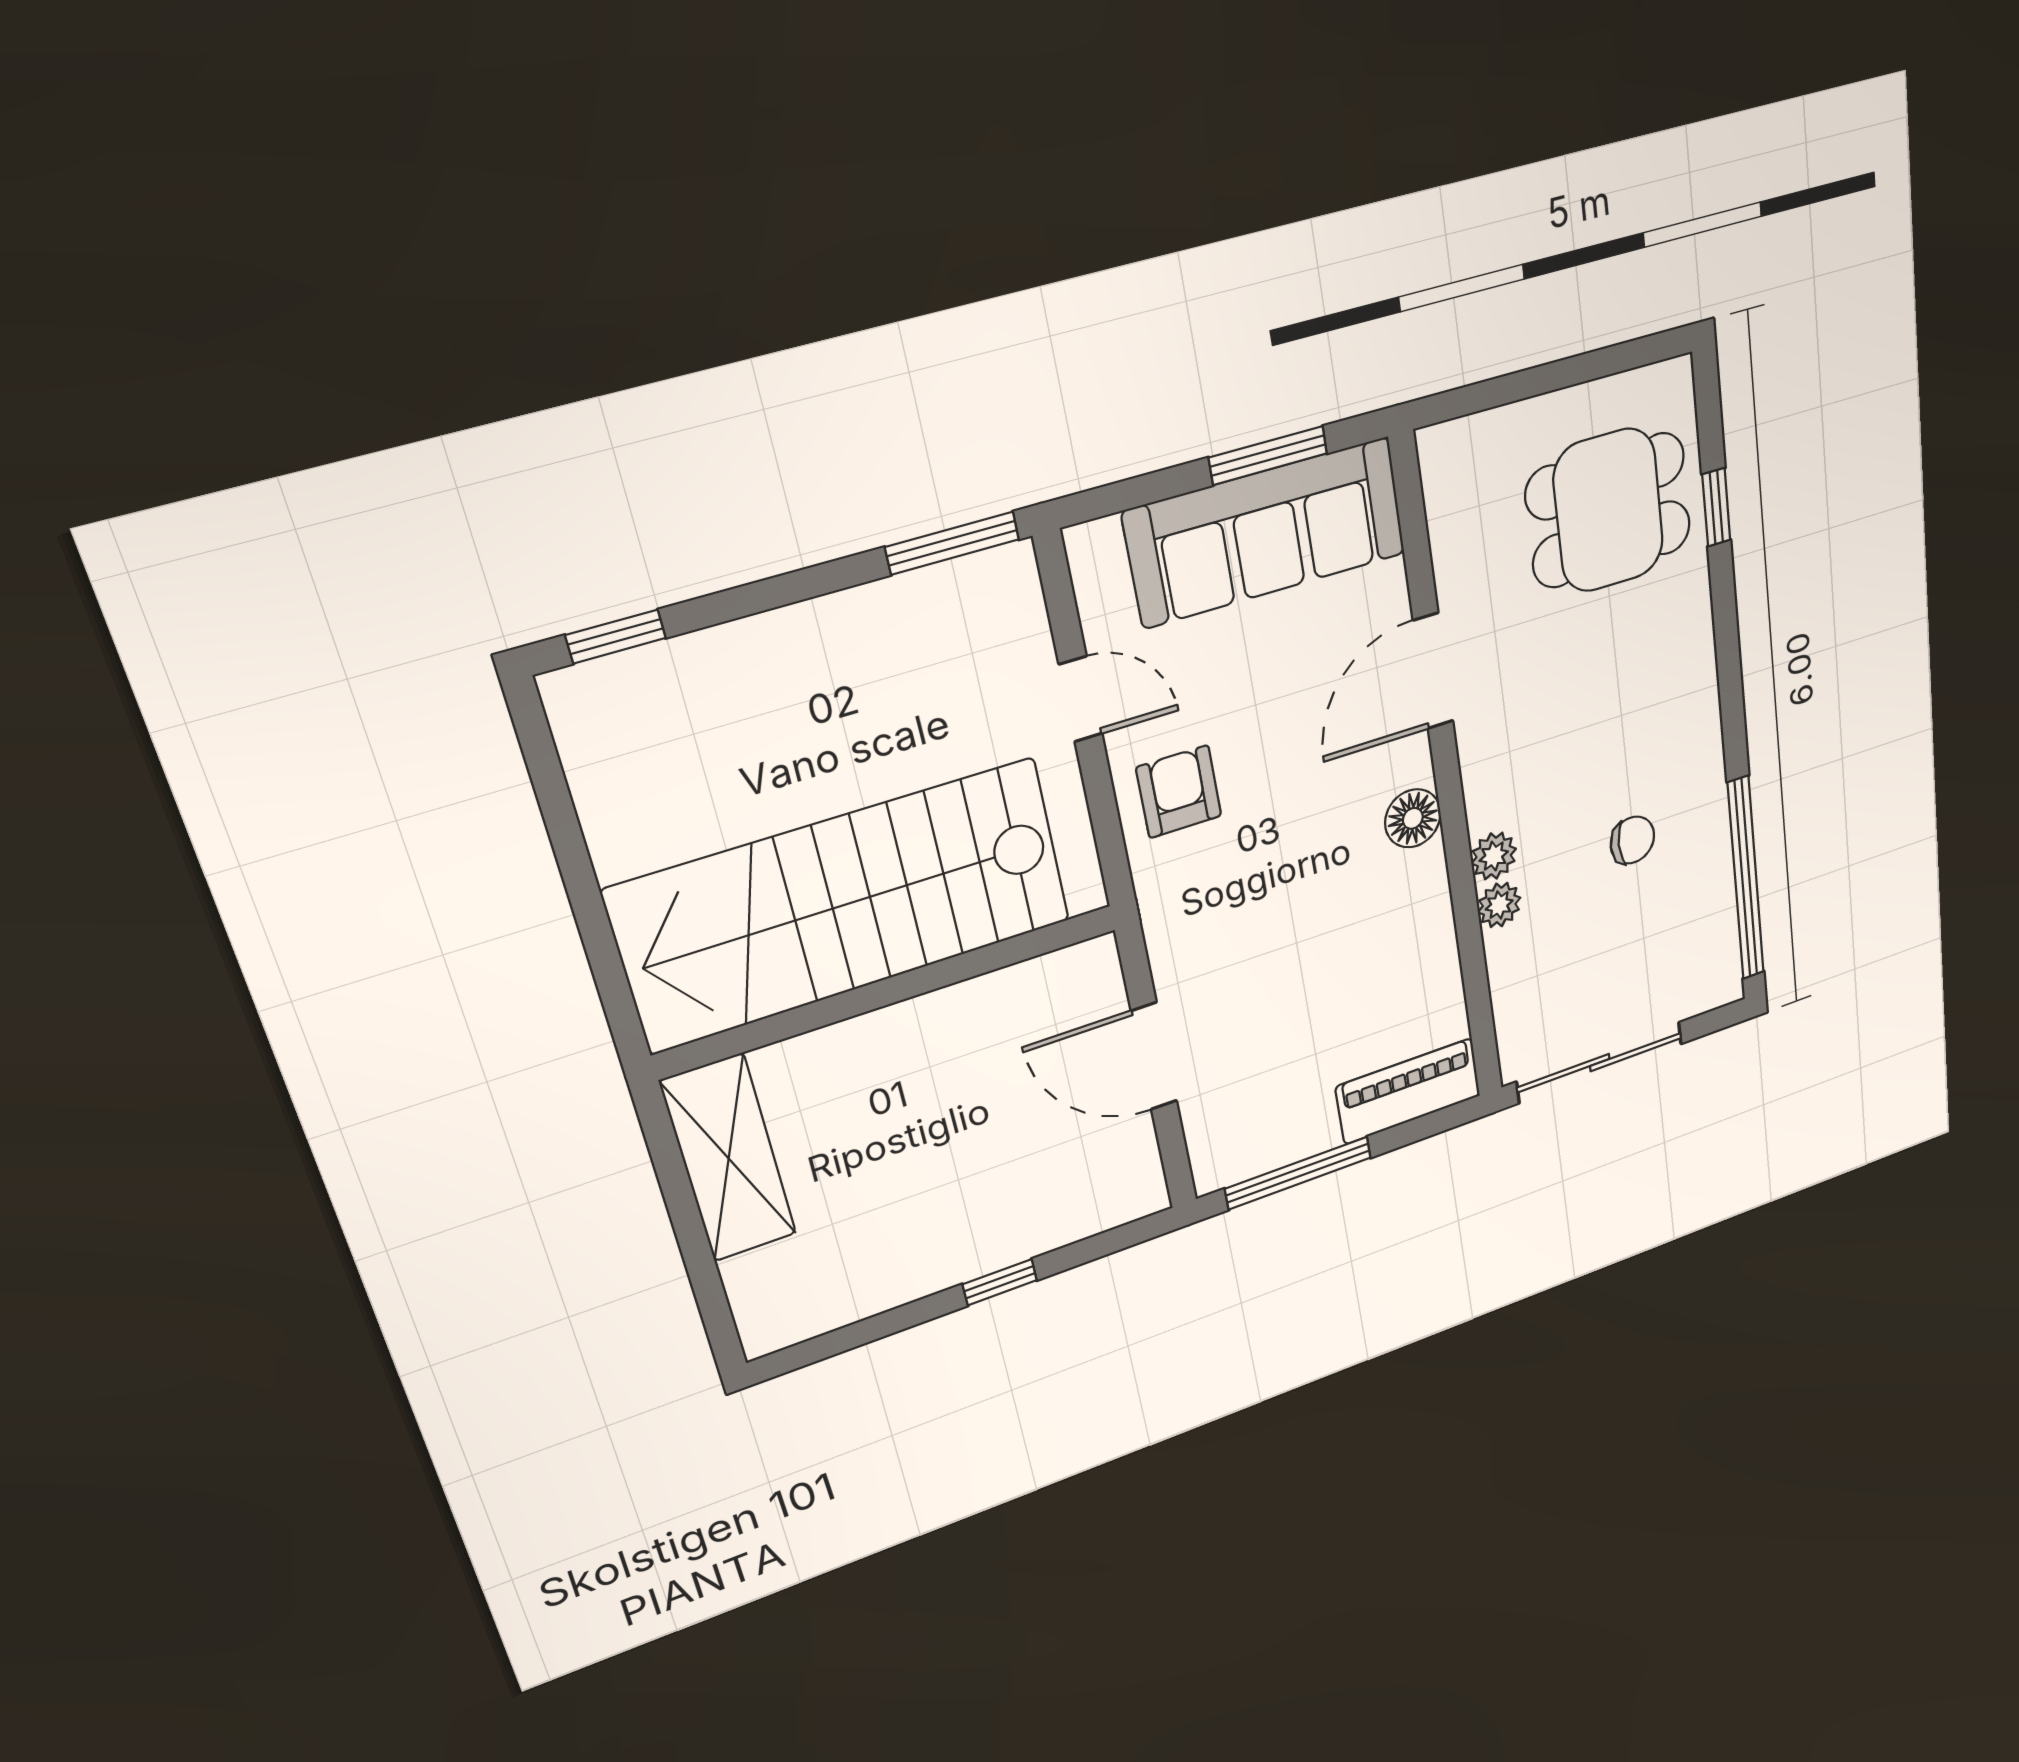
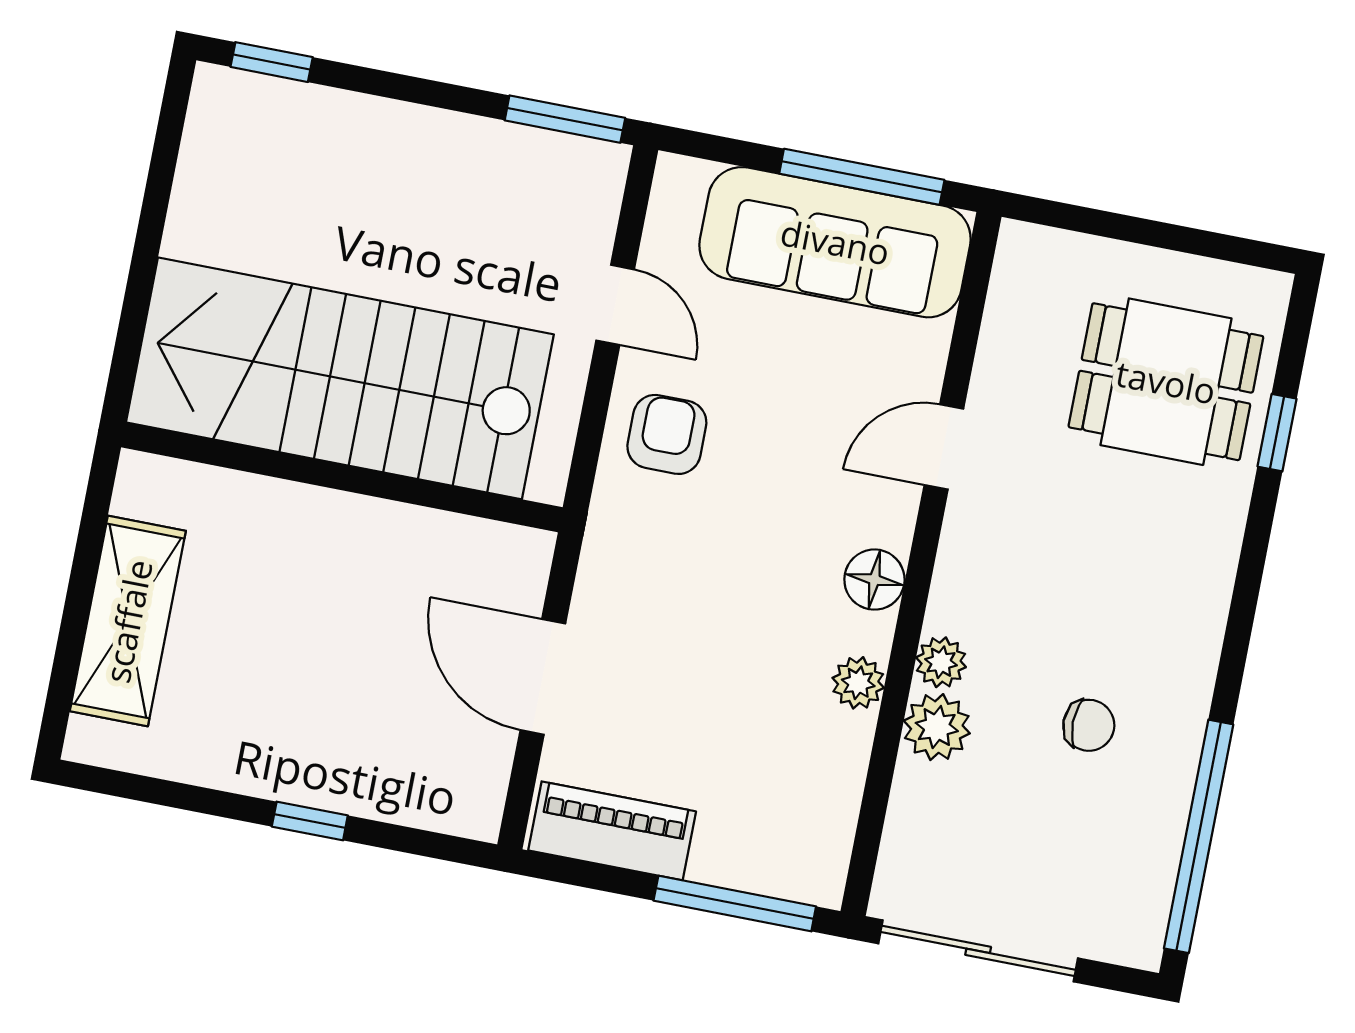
window: (1268, 455) -> (862, 177), width x1.44
door: (1433, 671) -> (944, 447), width x0.73
plant: (1499, 905) -> (937, 727), width x1.38, depth x1.38
plant: (1430, 911) -> (858, 683), added
piano: (1408, 1091) -> (612, 831), moved
shelving: (729, 1158) -> (128, 621), moved
window: (1298, 1173) -> (735, 904), moved

